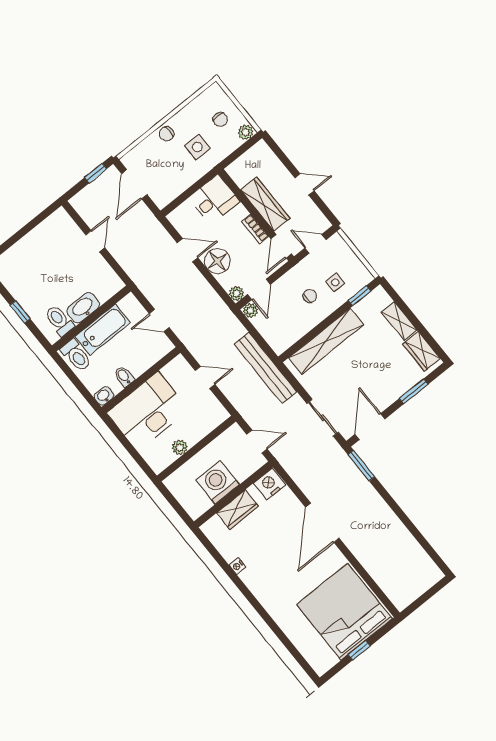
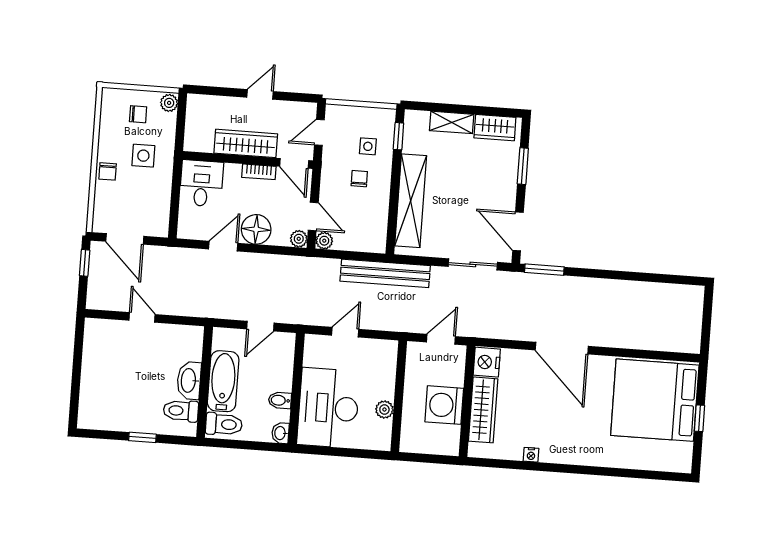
wardrobe: (237, 510) -> (483, 410), width x1.50

